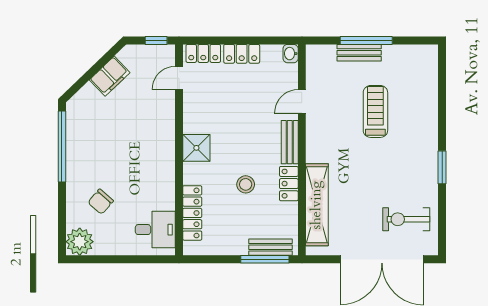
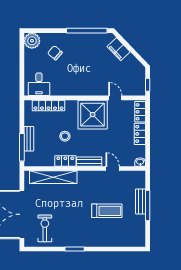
filing cabinet: (110, 76) -> (119, 49), moved
door: (179, 78) -> (115, 98), moved
shower: (196, 148) -> (93, 115), width x1.86, depth x1.86
bench: (270, 247) -> (29, 139), moved

